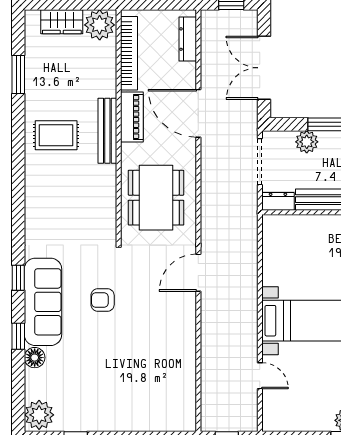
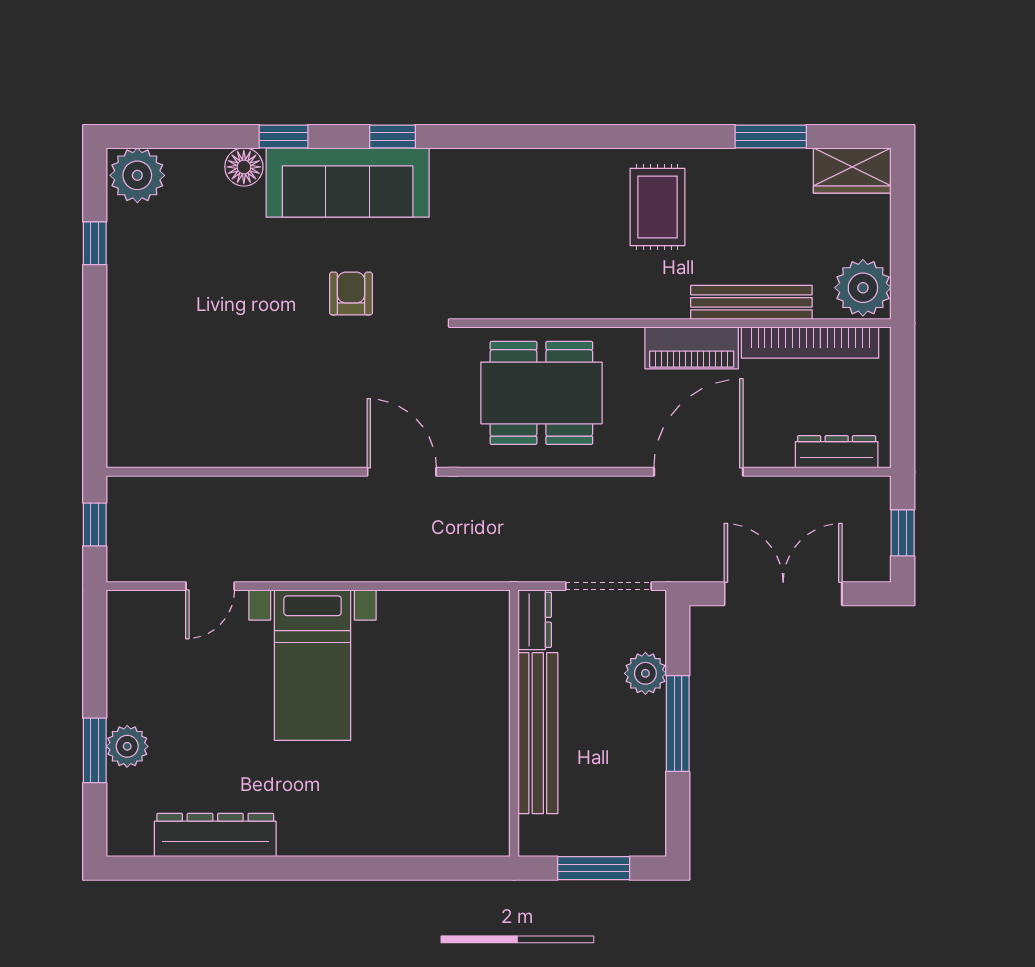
wardrobe: (62, 22) -> (852, 170), moved, turned -90
bench: (107, 131) -> (751, 302), moved

